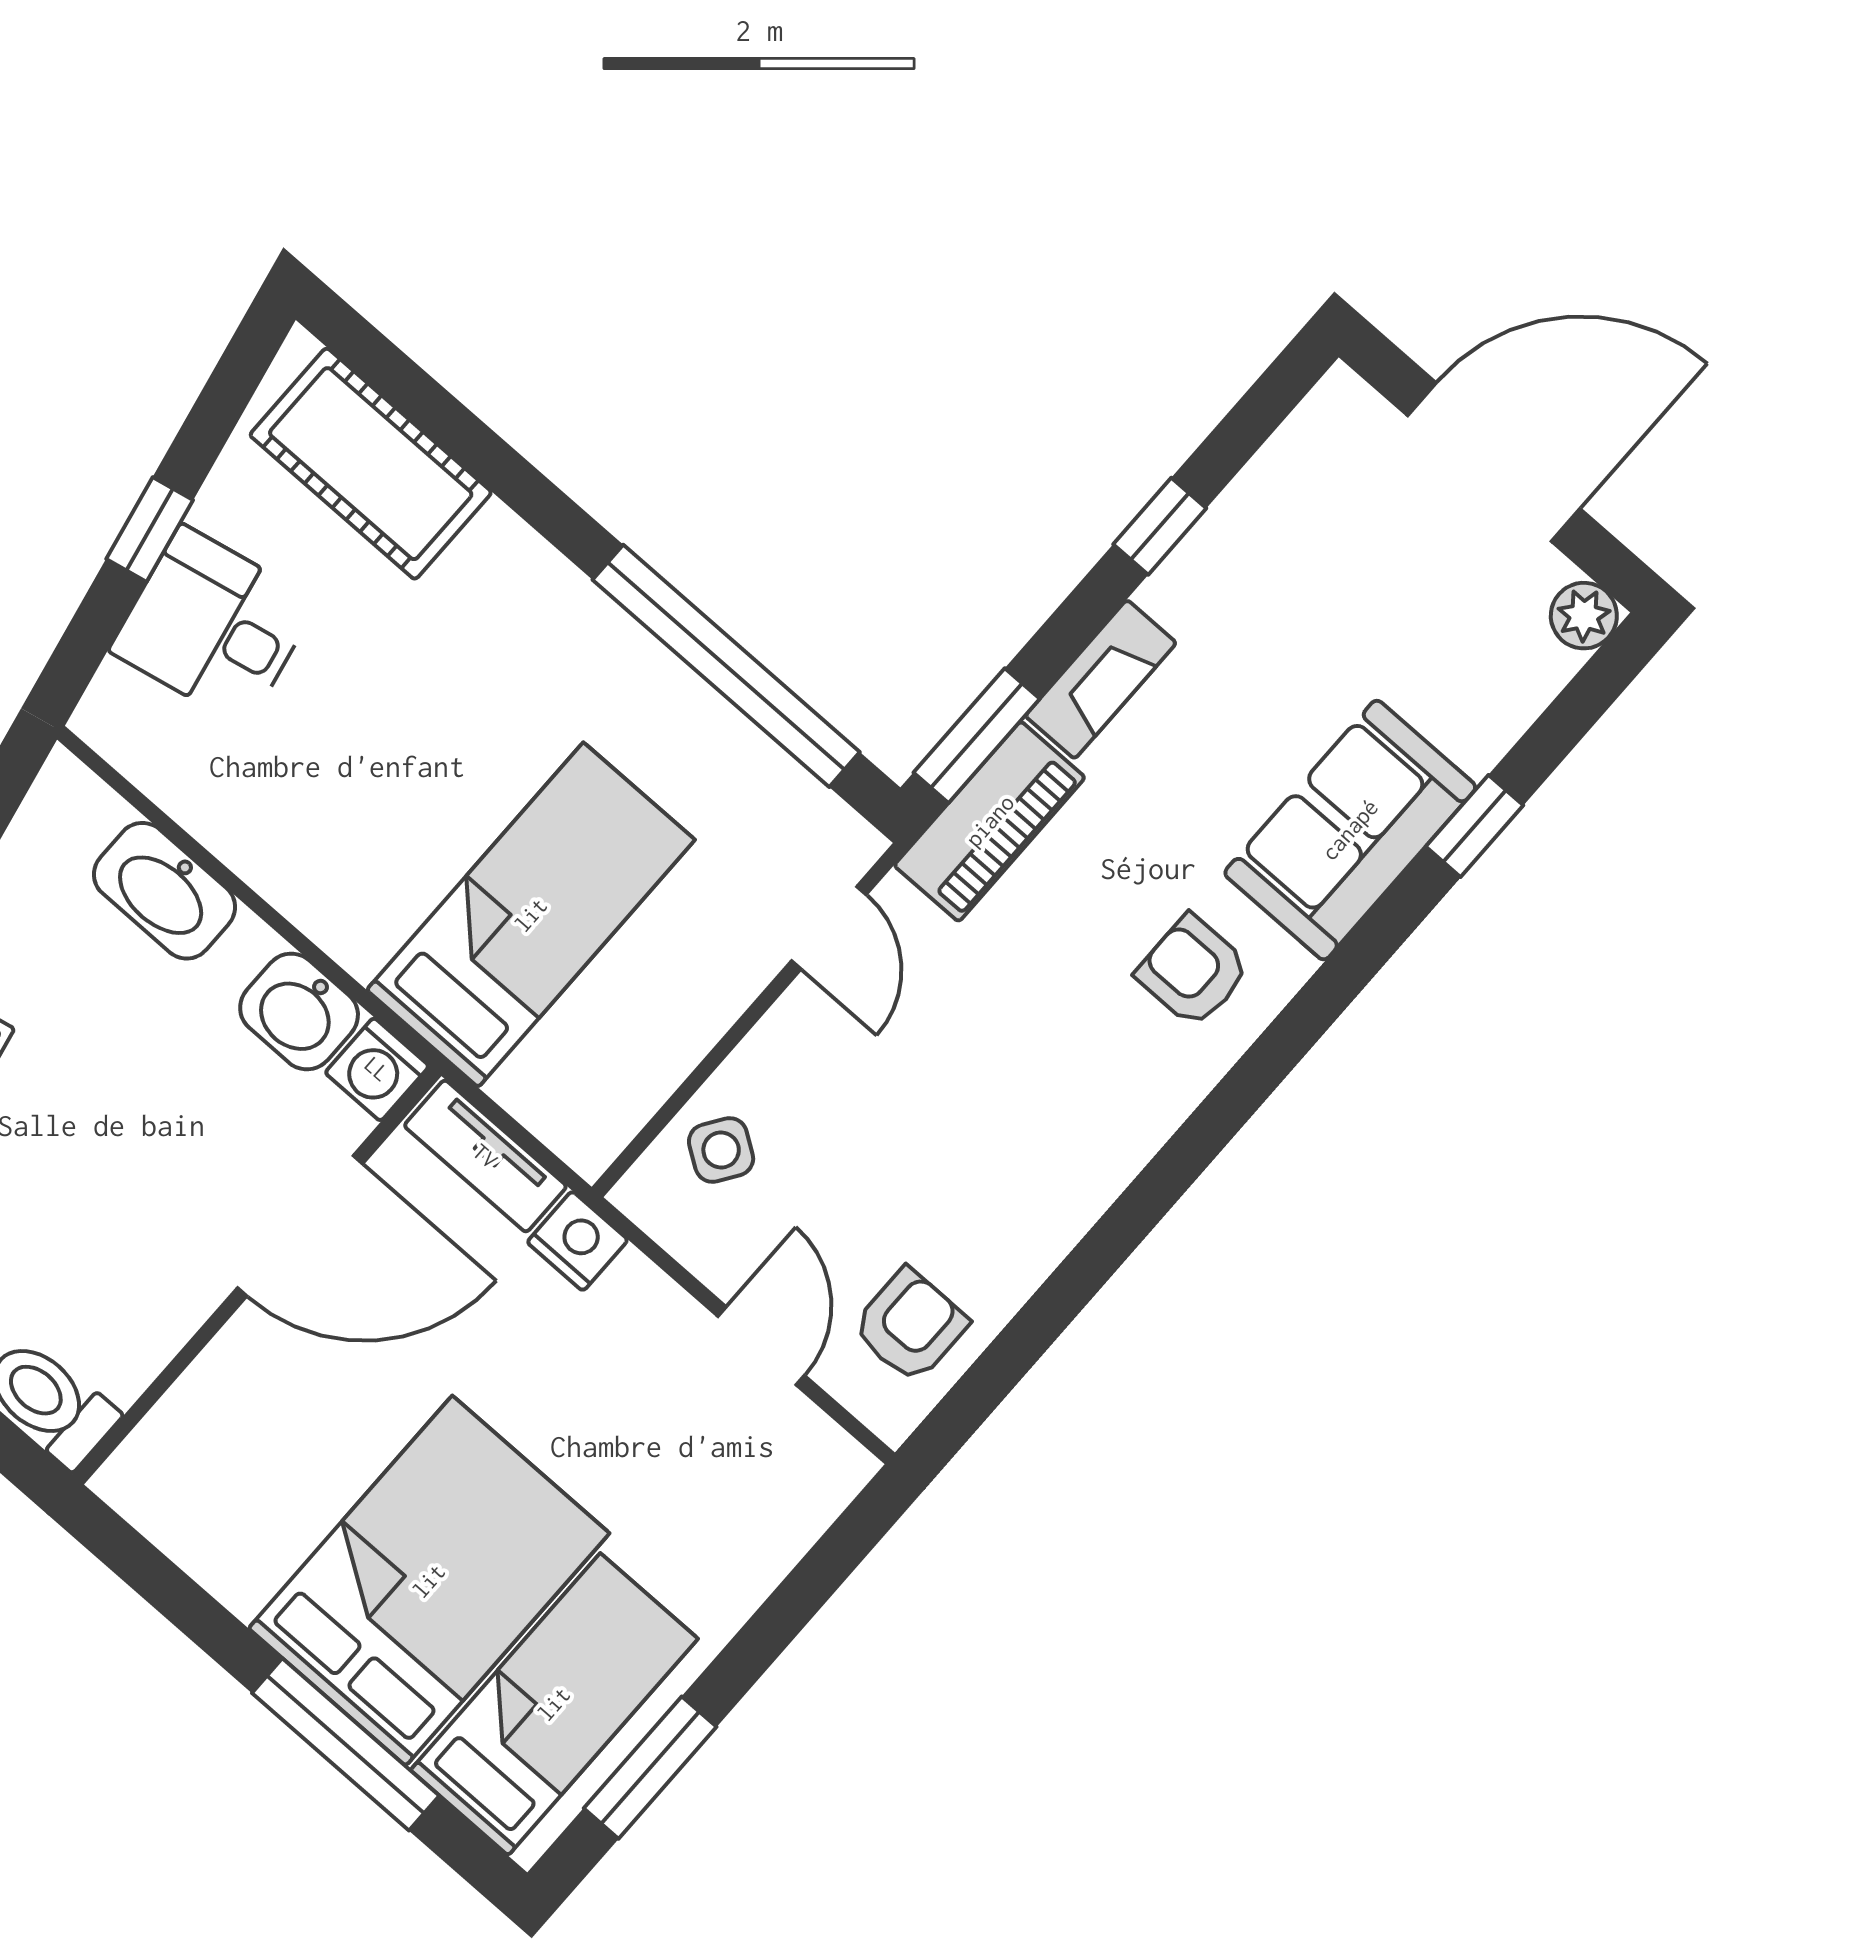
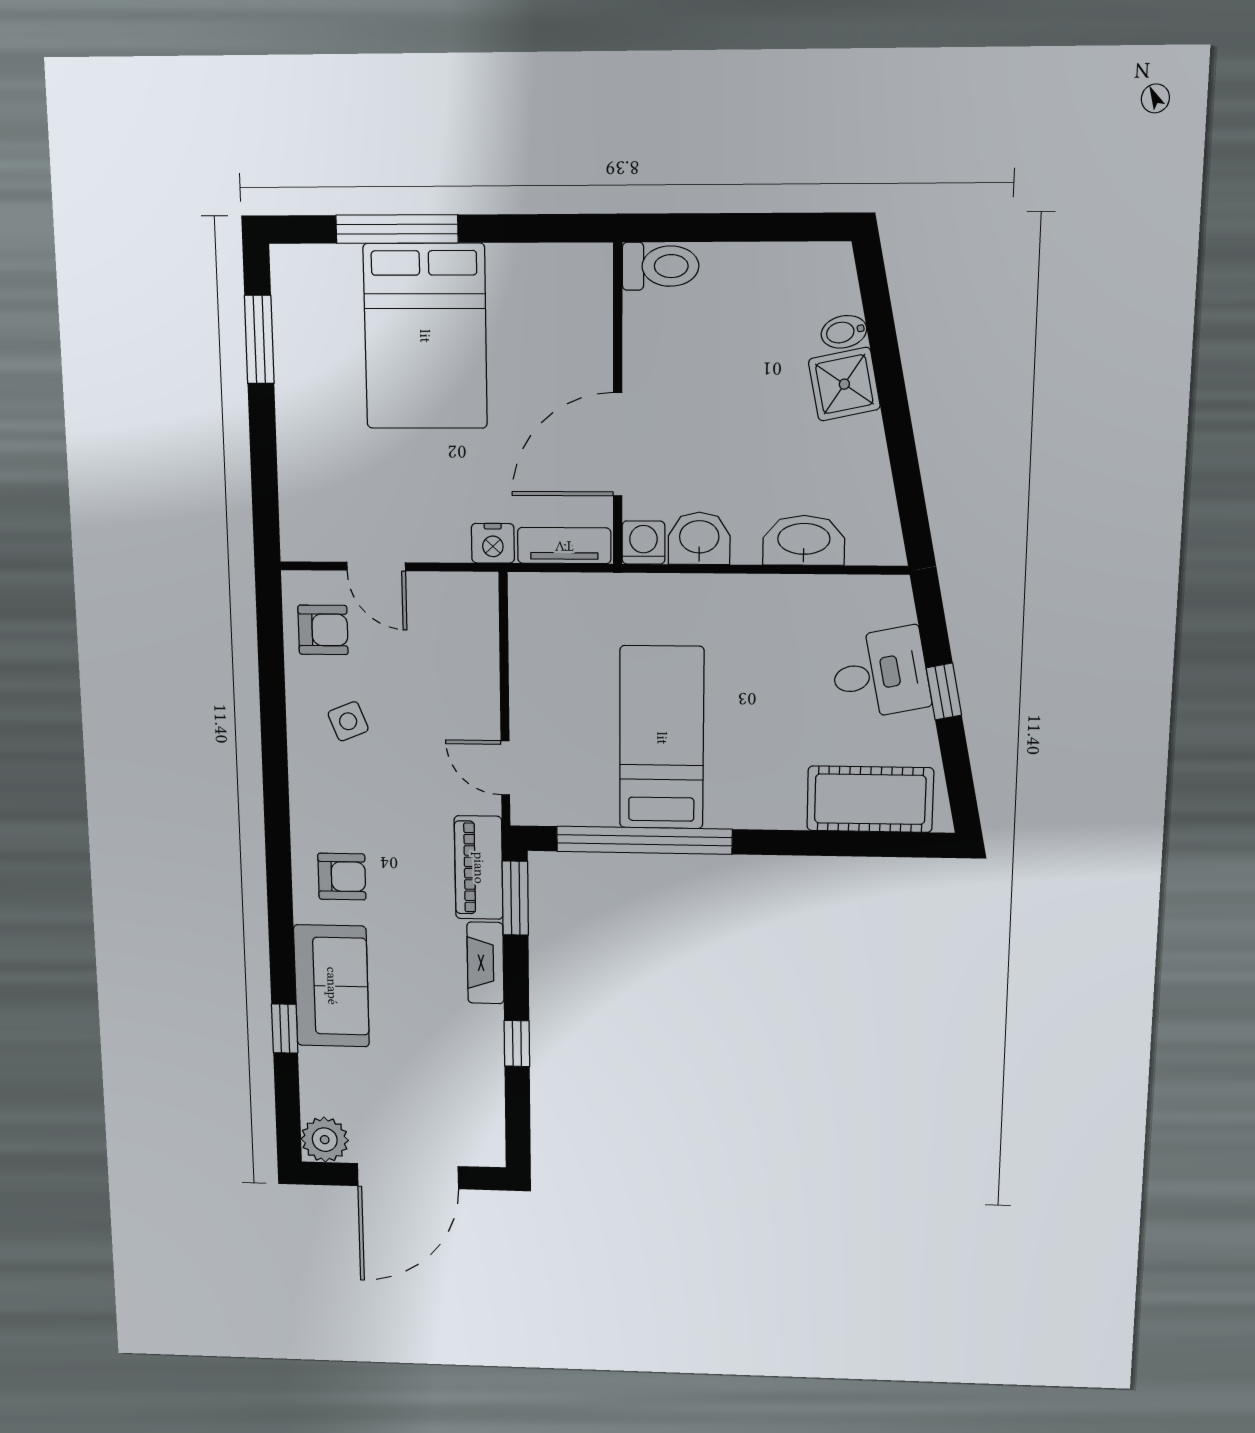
plant: (1584, 616) -> (325, 1140), width x1.38, depth x1.38
bed: (531, 915) -> (662, 738), moved, turned 180
side table: (721, 1150) -> (348, 721), moved, turned 34
armchair: (910, 1325) -> (323, 630), turned -90
bed: (554, 1704) -> (324, 330), removed

